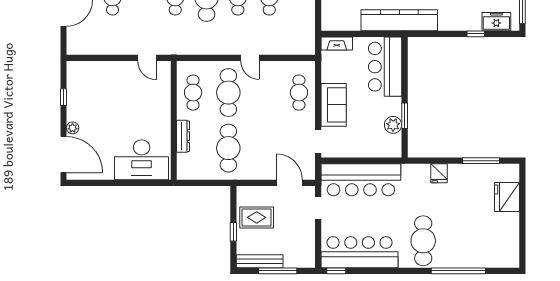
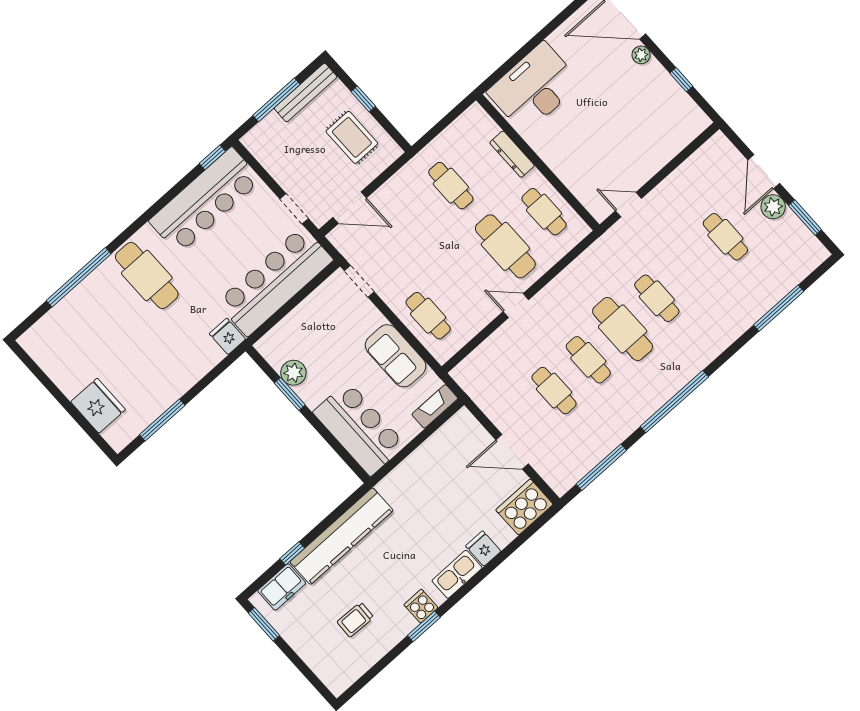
kitchen counter: (399, 20) -> (341, 536), moved
sofa: (334, 105) -> (396, 356), moved
cafe table: (228, 148) -> (451, 186), width x0.73, depth x0.74
fridge: (439, 173) -> (227, 336), moved
rug: (257, 217) -> (352, 137), turned 90

